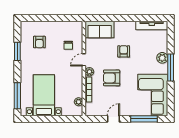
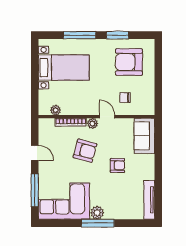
armchair: (39, 42) -> (129, 62), width x1.88, depth x1.88
plant: (162, 58) -> (97, 213), moved
armchair: (112, 78) -> (85, 151), turned 105
window: (17, 96) -> (80, 35), moved

